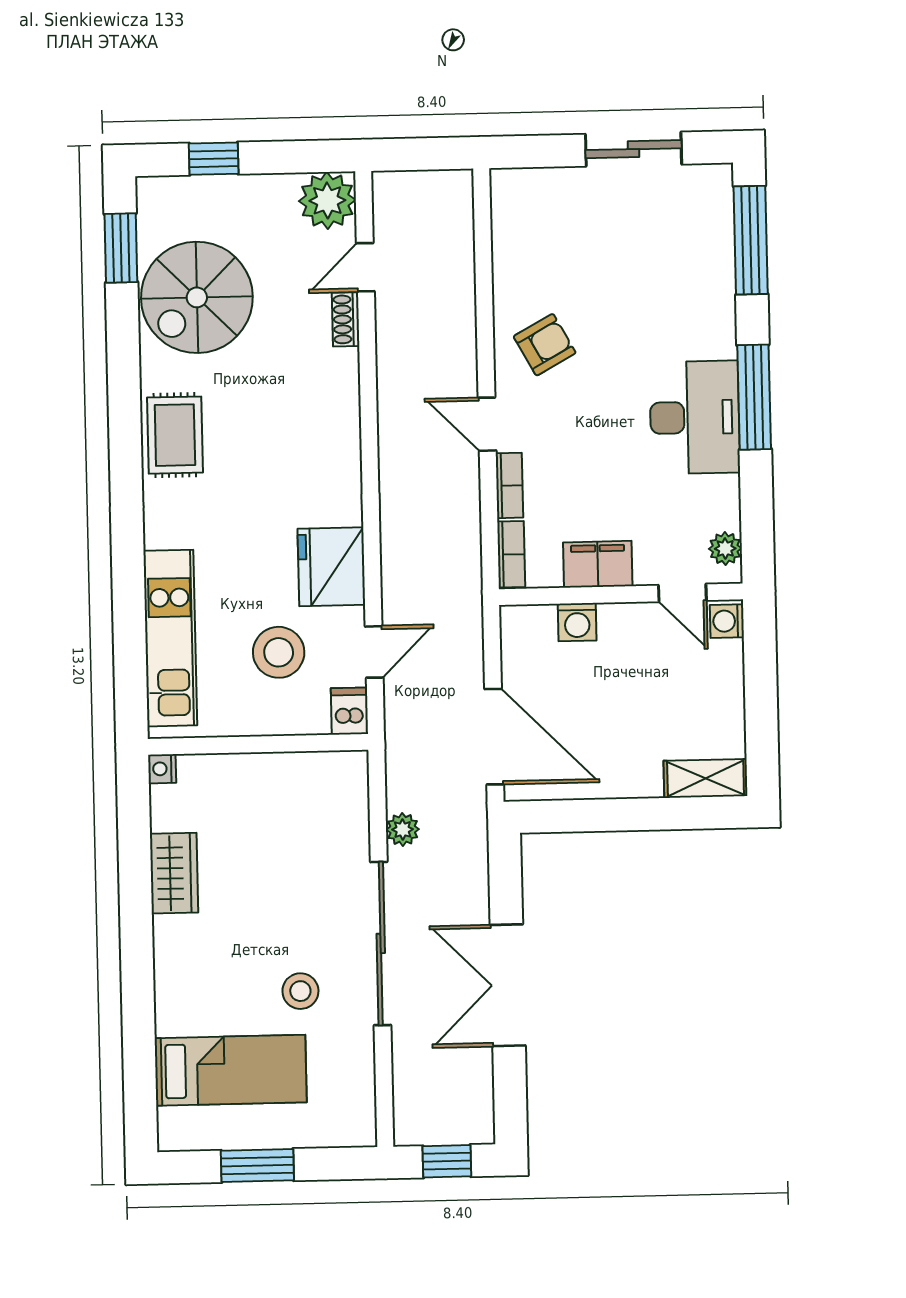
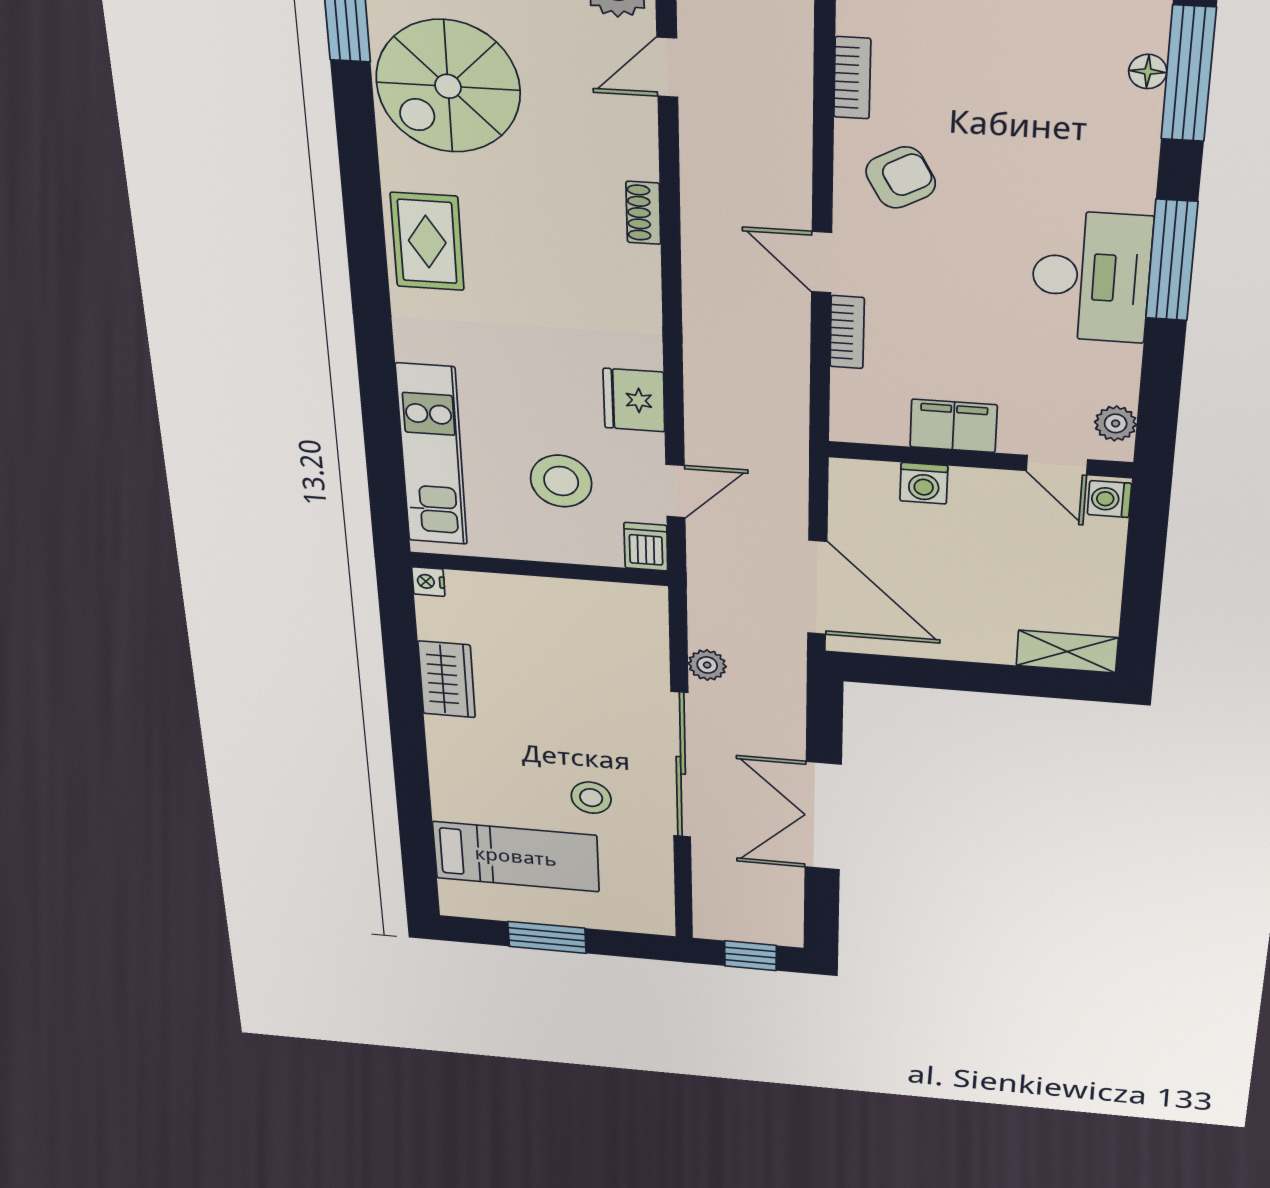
floor lamp: (721, 241) -> (1148, 72), added
shoe rack: (346, 319) -> (643, 213), moved
bookcase: (511, 554) -> (852, 78), moved
fridge: (331, 567) -> (634, 400), width x0.73, depth x0.75

